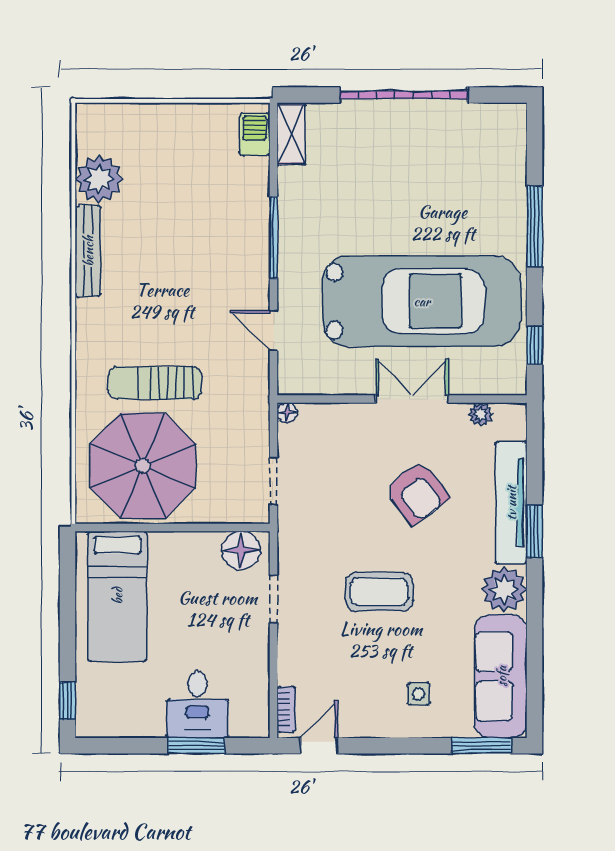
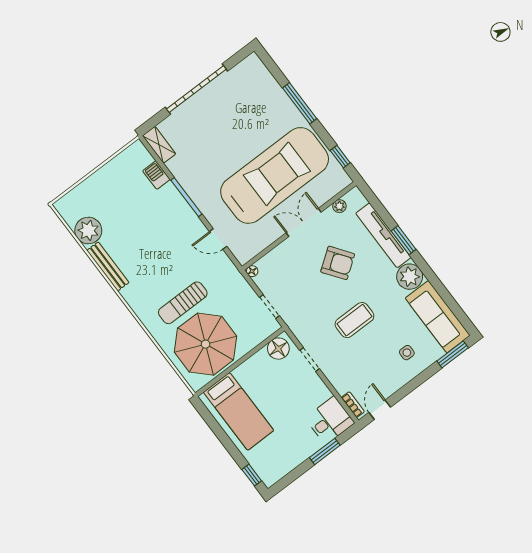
barbecue: (255, 134) -> (156, 175), moved
desk: (197, 705) -> (330, 420), moved, turned -90

